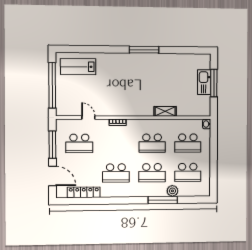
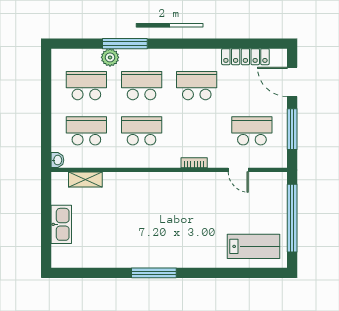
window: (214, 83) -> (46, 223), removed
shelving: (165, 111) -> (85, 179), moved

